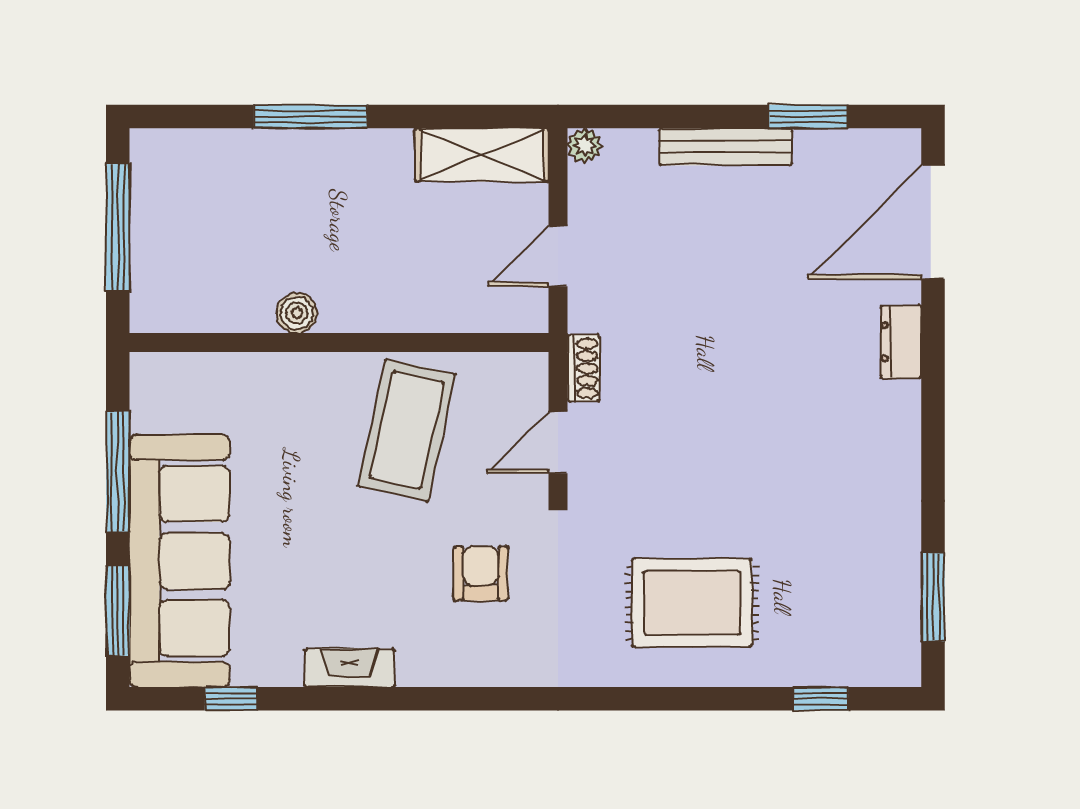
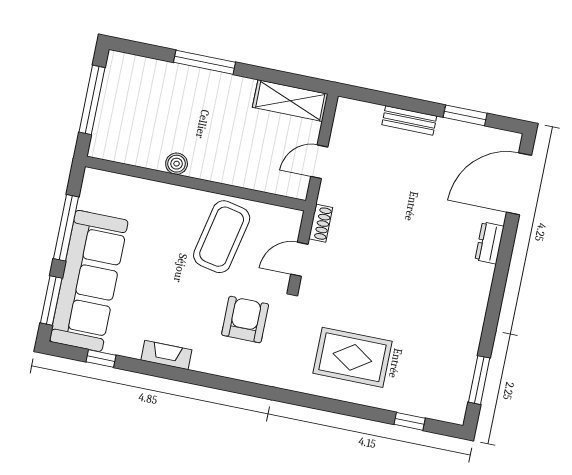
plant: (585, 146) -> (345, 107), removed
bench: (725, 147) -> (409, 120), width x0.73
armchair: (481, 573) -> (245, 319), width x1.38, depth x1.38

